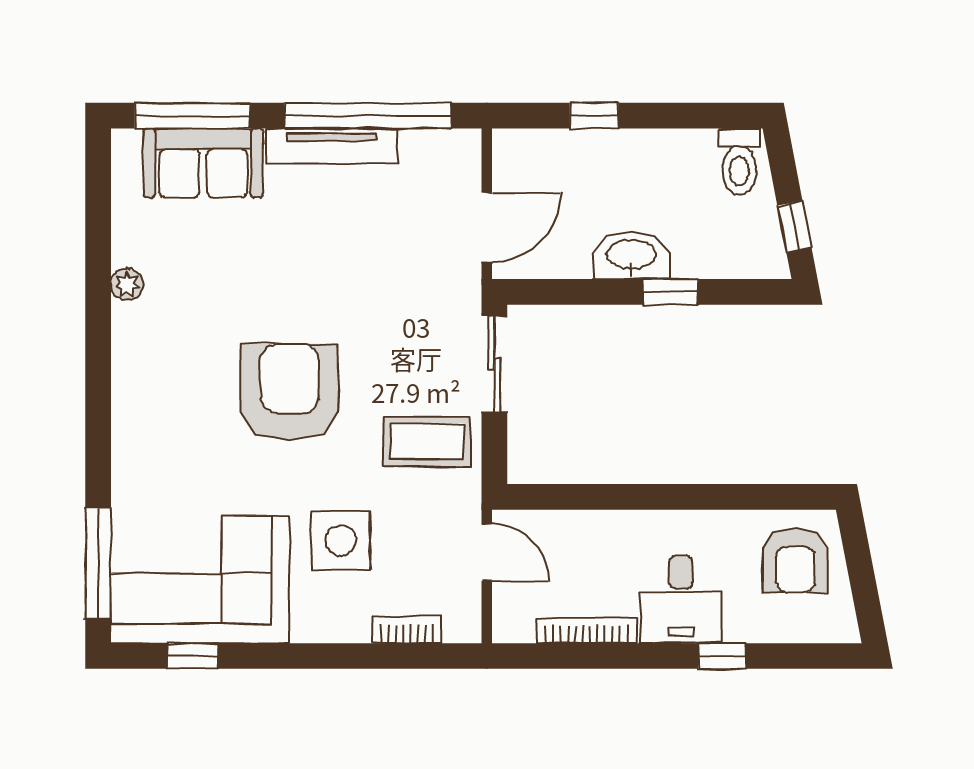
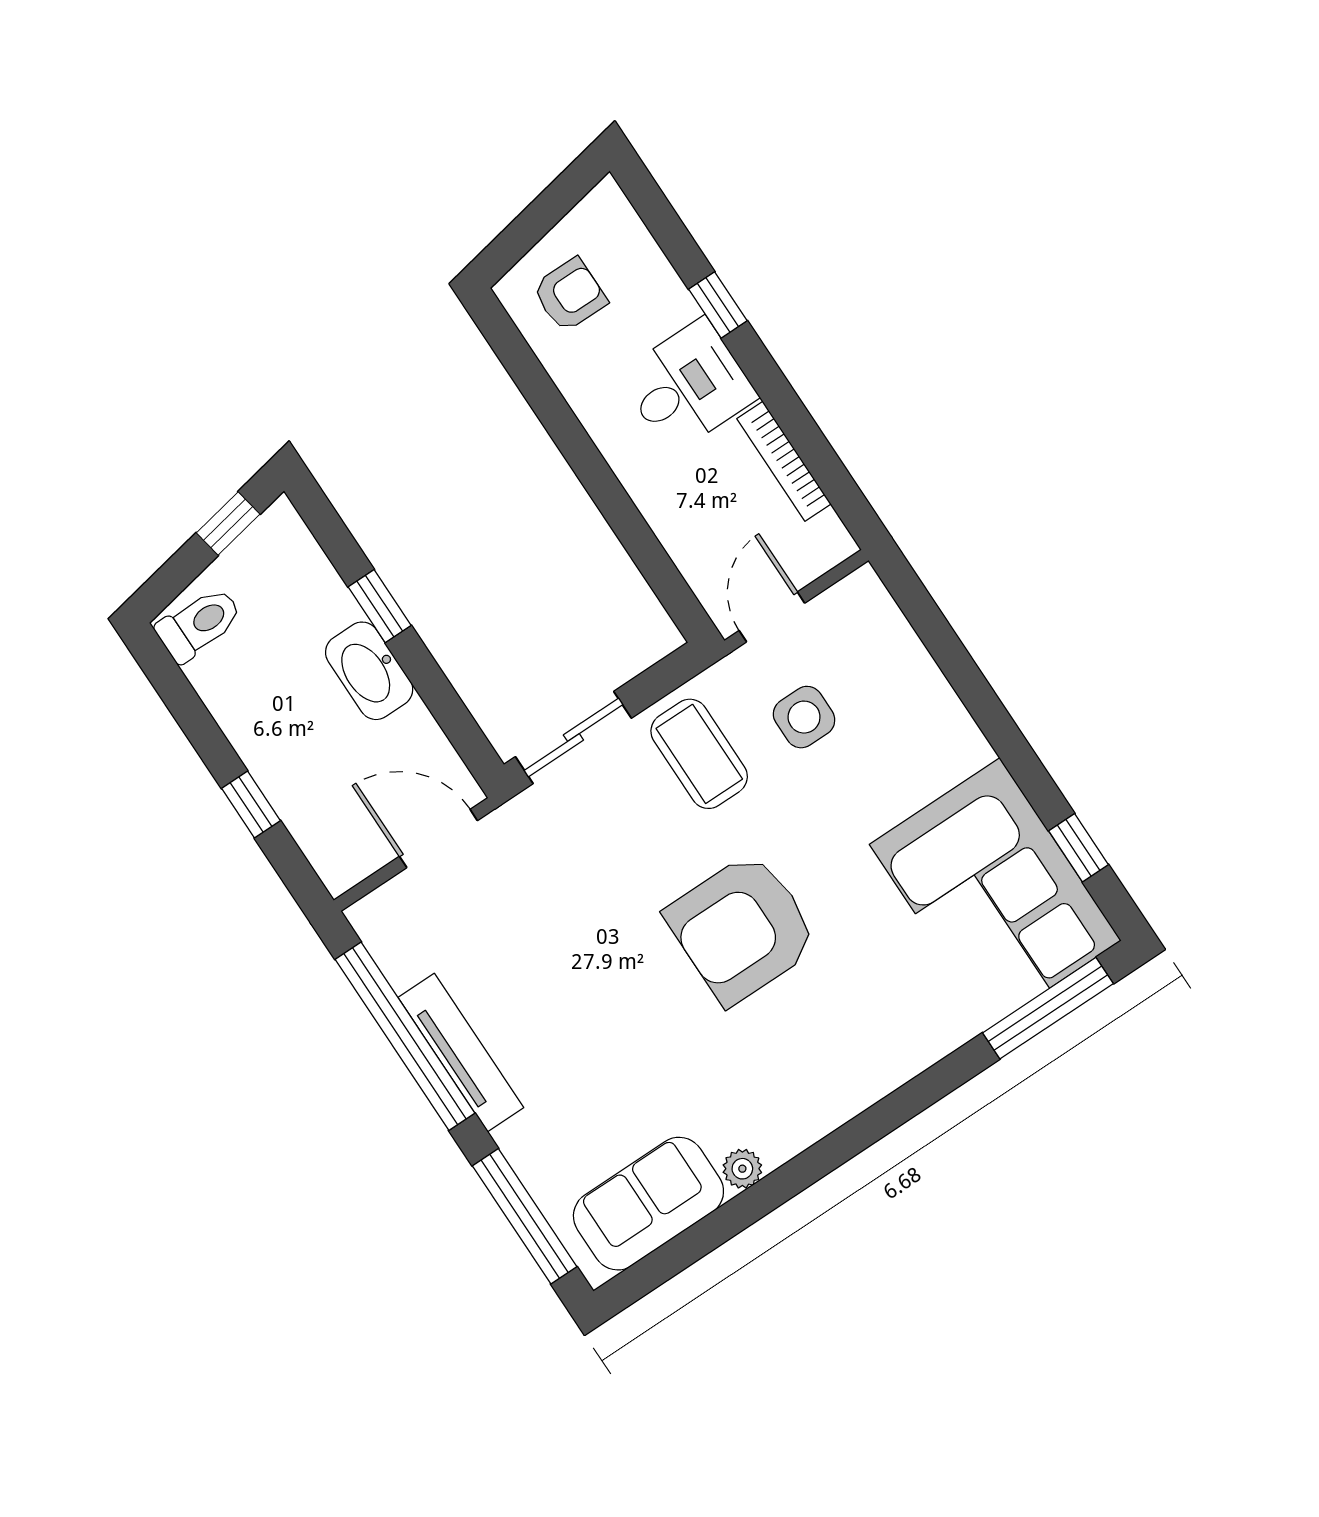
sofa: (203, 163) -> (648, 1204), moved, turned -90
side table: (341, 540) -> (804, 717), moved, width x0.73, depth x0.73
armchair: (796, 560) -> (570, 295), width x0.72, depth x0.72
bookcase: (407, 630) -> (905, 646), removed

